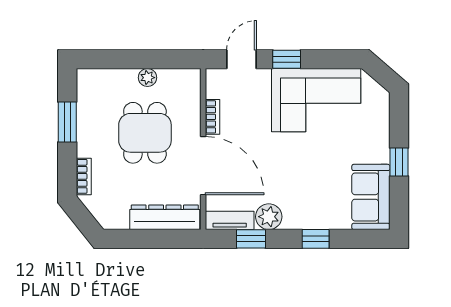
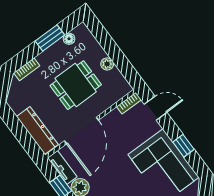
window: (287, 59) -> (183, 146), moved
floor lamp: (85, 100) -> (69, 39), added
bookcase: (213, 117) -> (129, 103), moved

